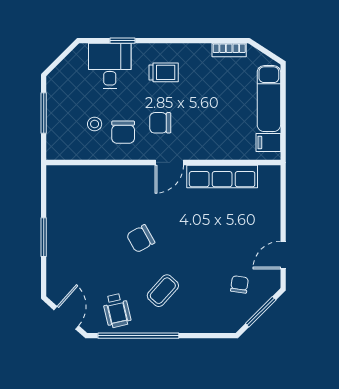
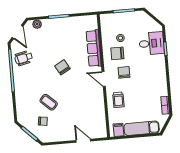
trolley: (164, 72) -> (118, 100), moved
row of seats: (222, 176) -> (94, 48), moved
door: (283, 255) -> (83, 141), moved
plant: (55, 280) -> (37, 24), added
coffee table: (163, 291) -> (49, 102), moved
door: (66, 318) -> (18, 32), hinge flipped

